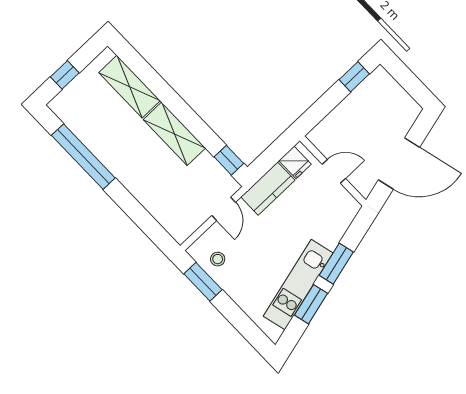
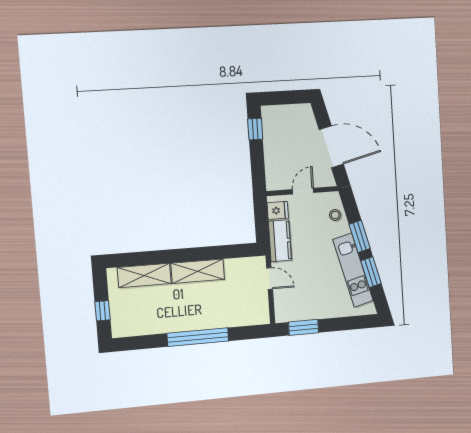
window: (83, 157) -> (198, 337), moved
window: (229, 160) -> (242, 251), removed
door: (399, 164) -> (331, 147), hinge flipped
stool: (218, 259) -> (335, 215), moved

